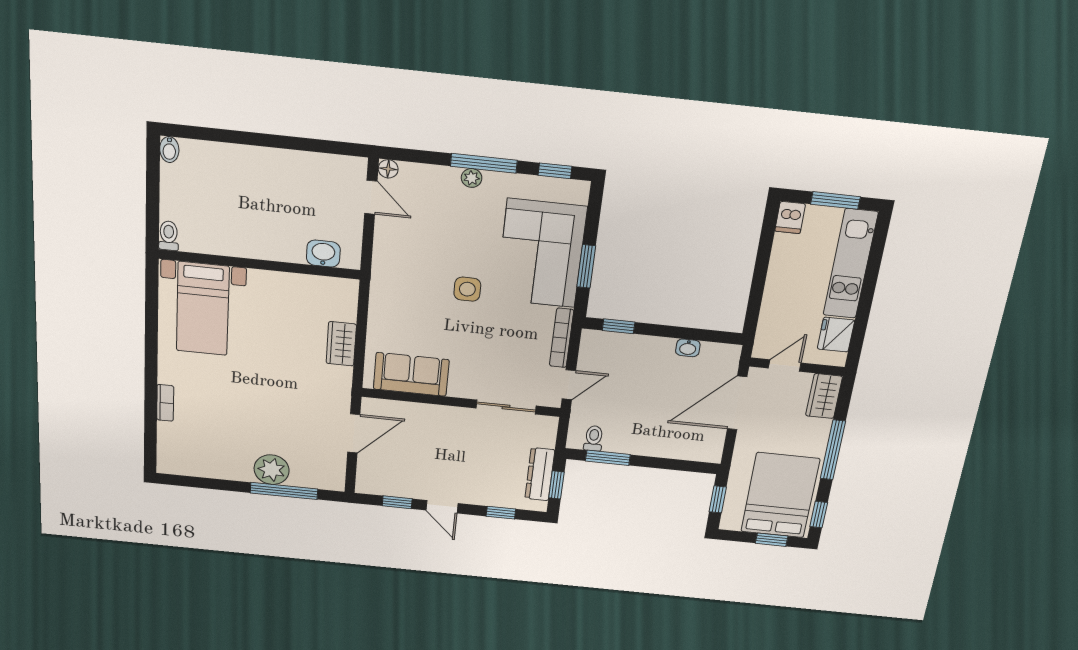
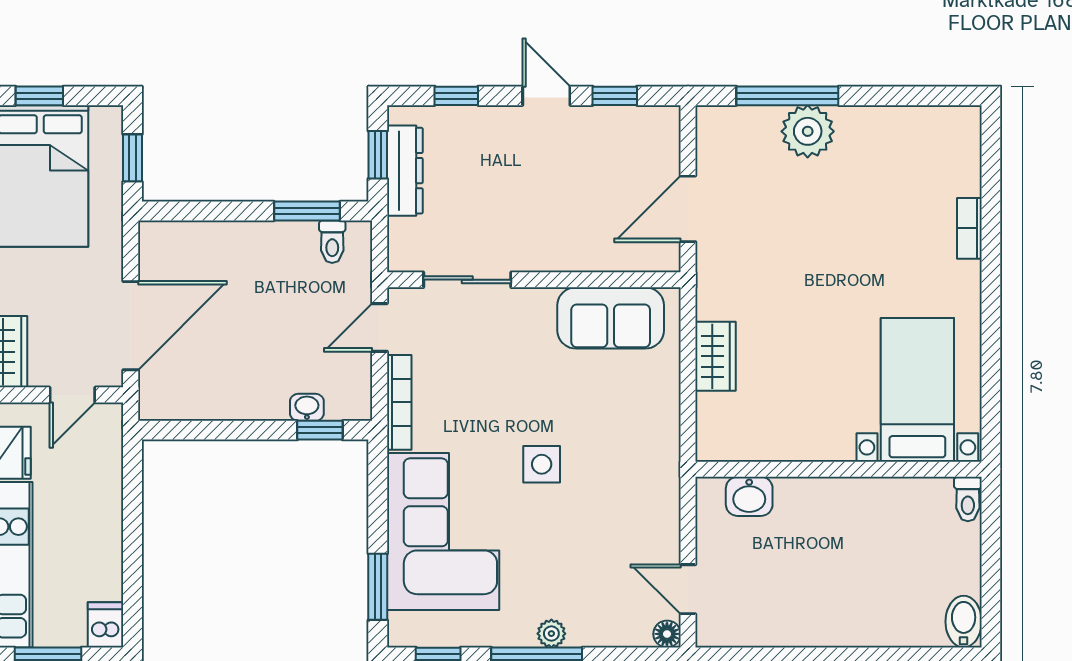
bidet: (169, 150) -> (964, 622), width x1.38, depth x1.36
window: (586, 266) -> (378, 587), moved
washbasin: (688, 348) -> (307, 407), moved

